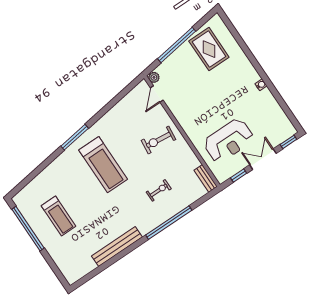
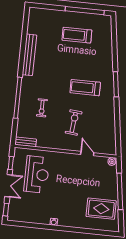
door: (157, 94) -> (87, 154), moved
exercise bike: (159, 140) -> (74, 122), moved
reception desk: (229, 141) -> (37, 174), turned 180
treadmill: (103, 165) -> (85, 88), width x0.73, depth x0.73

